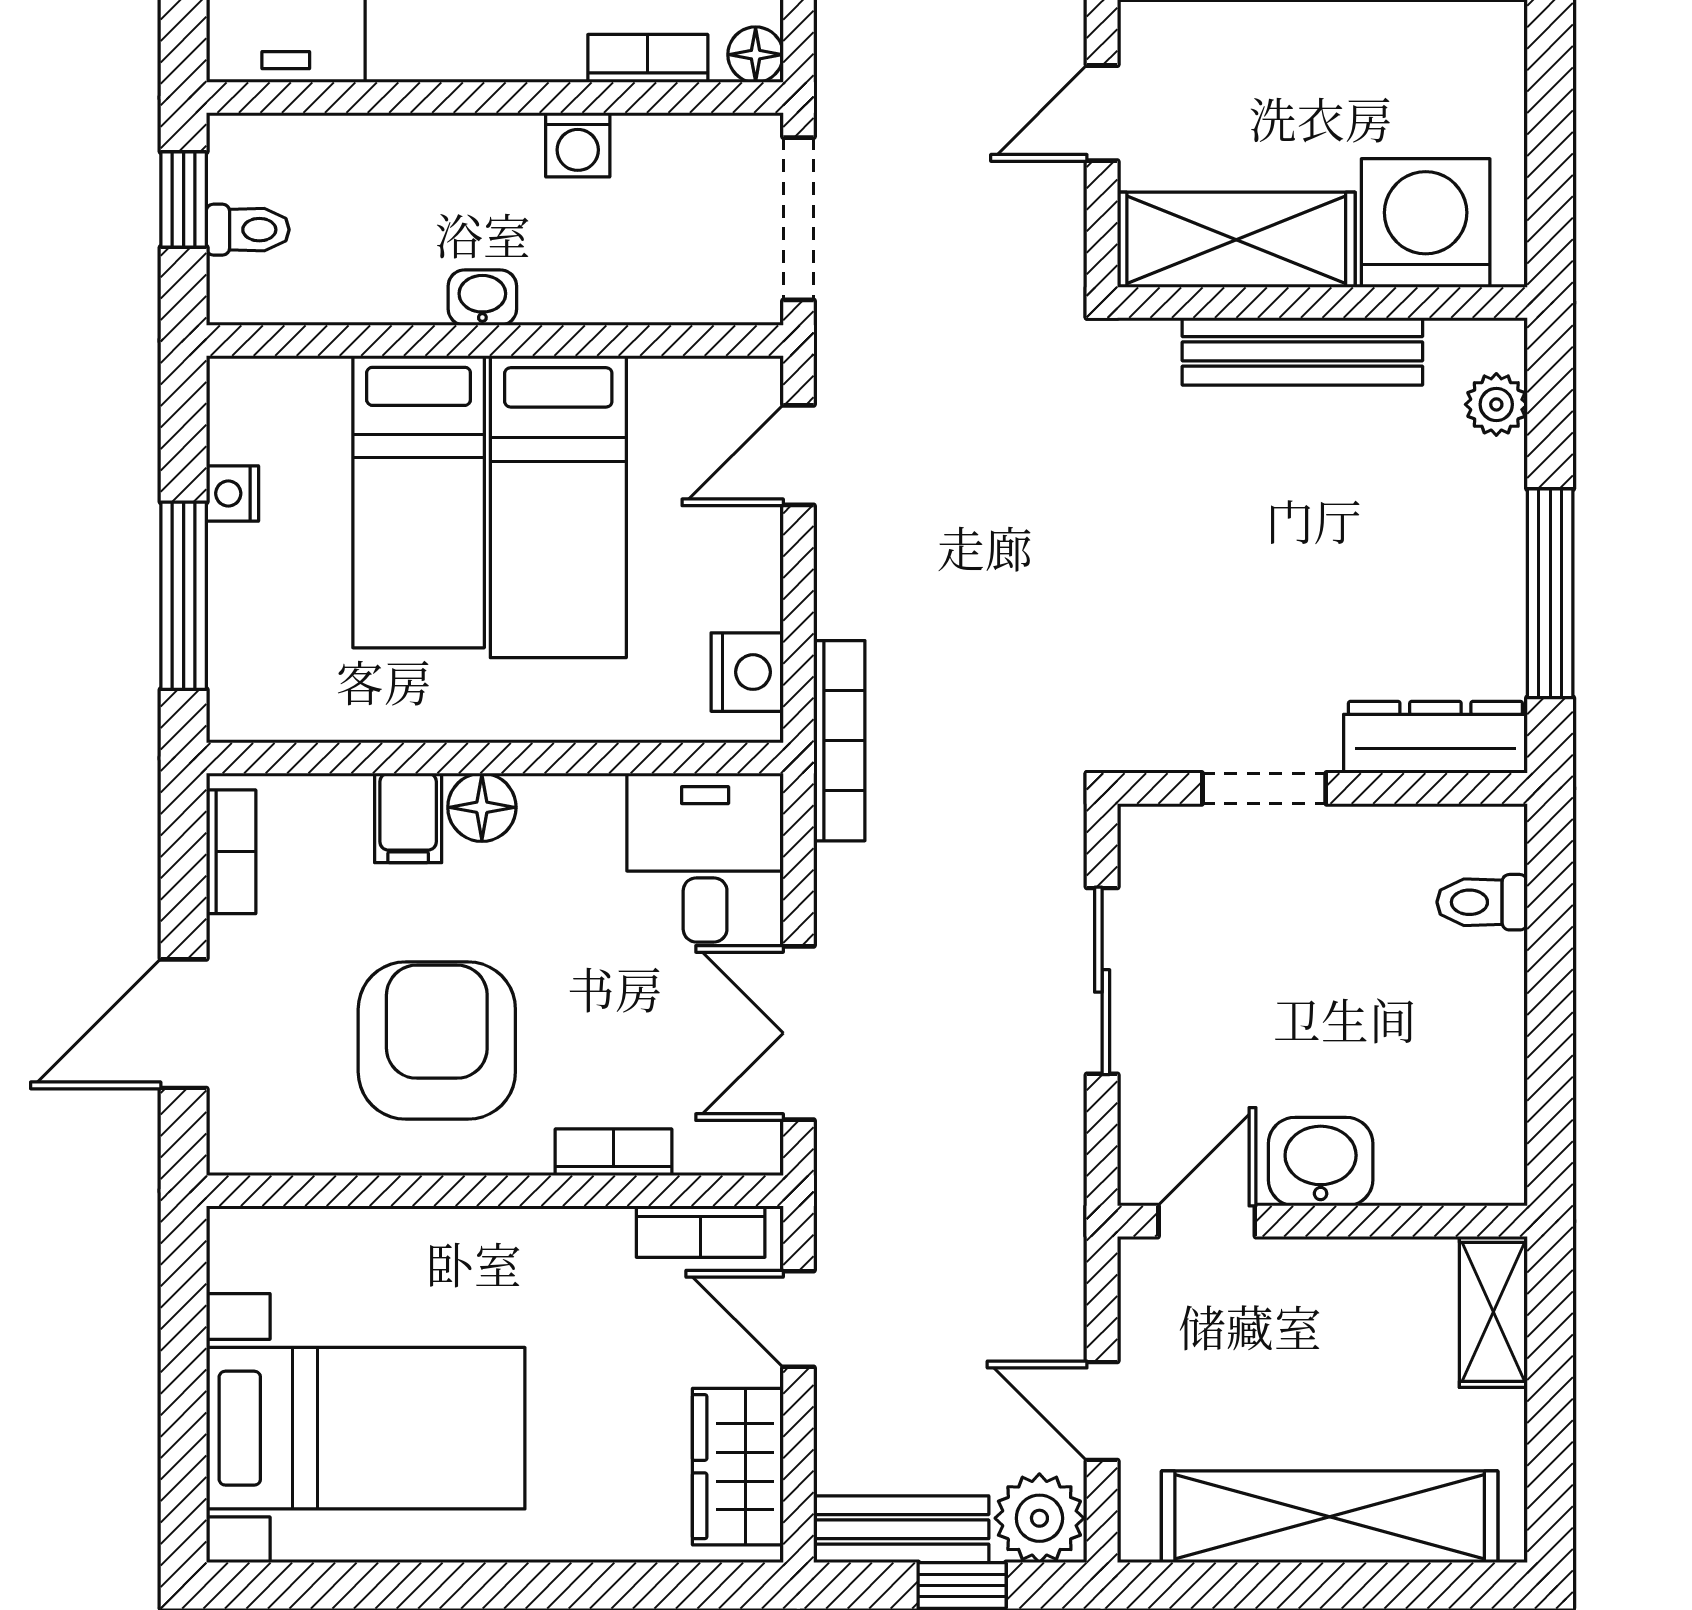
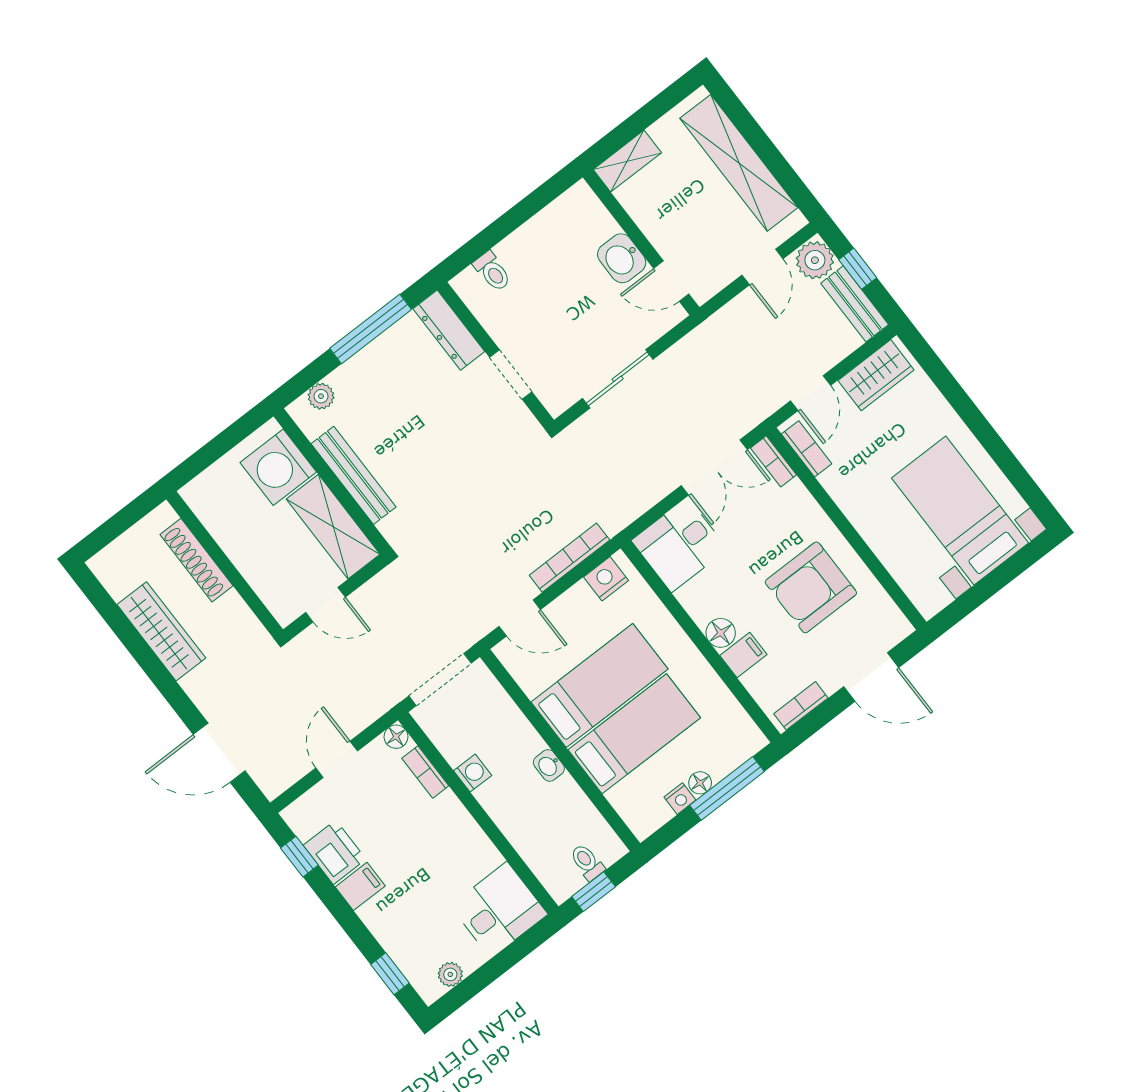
floor lamp: (233, 554) -> (700, 783), added
bookcase: (839, 741) -> (569, 558), moved
bookcase: (613, 1152) -> (774, 461), moved

